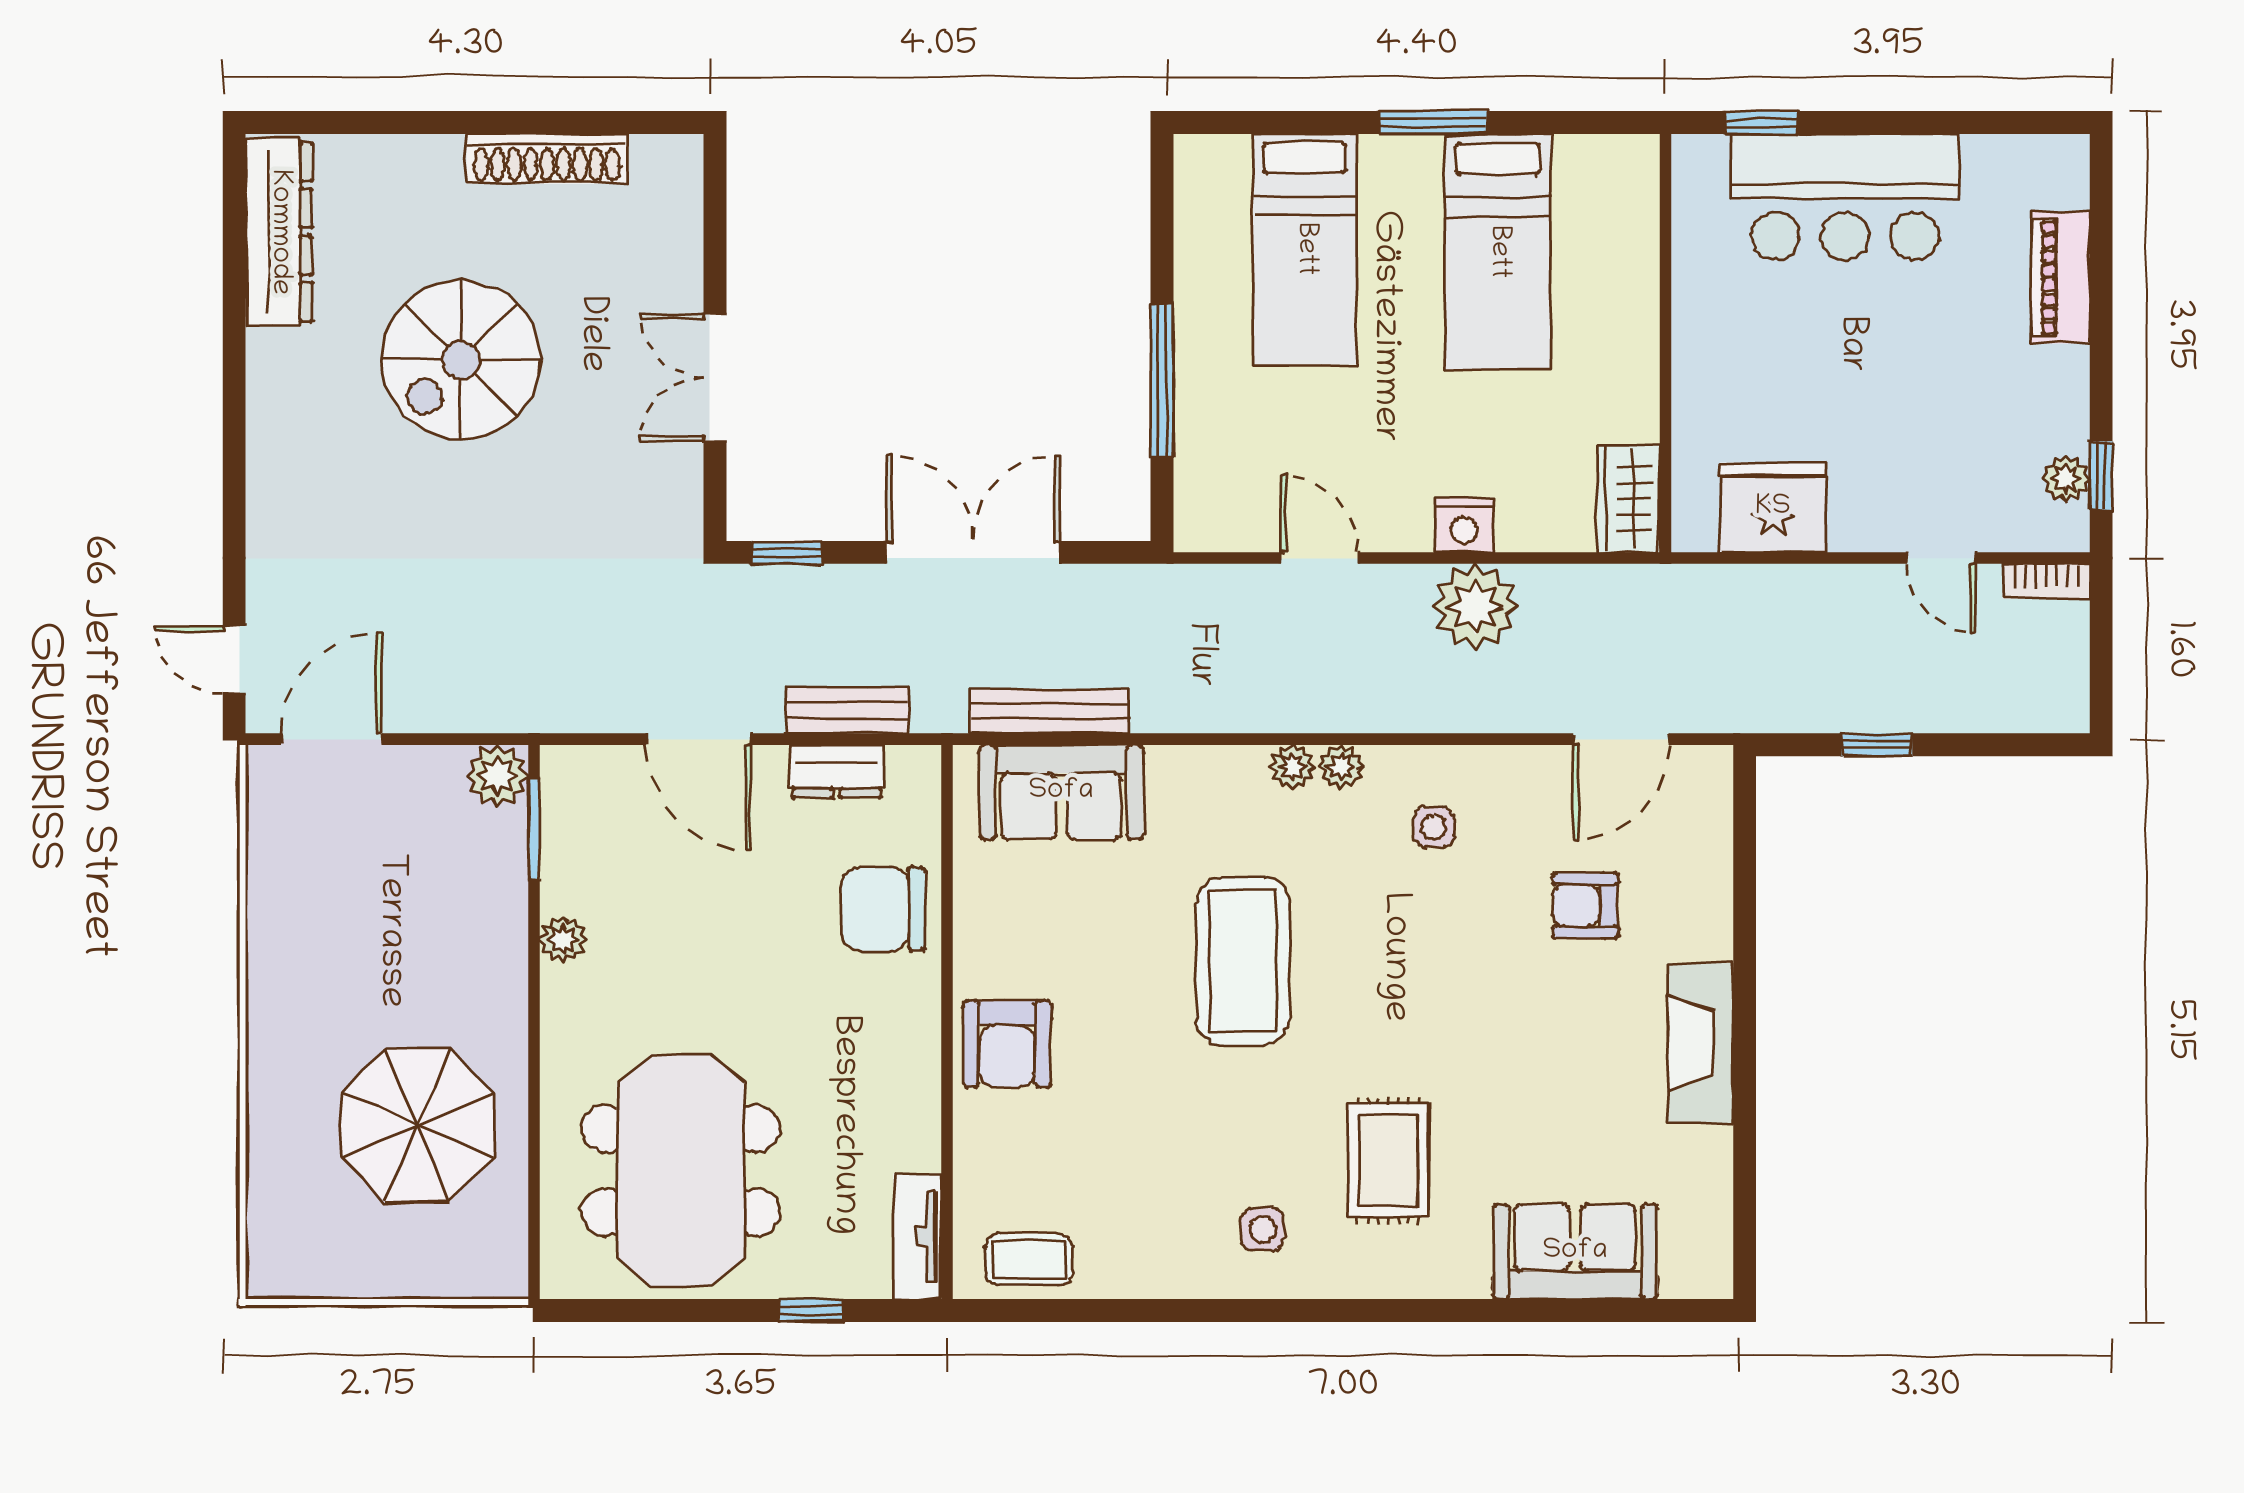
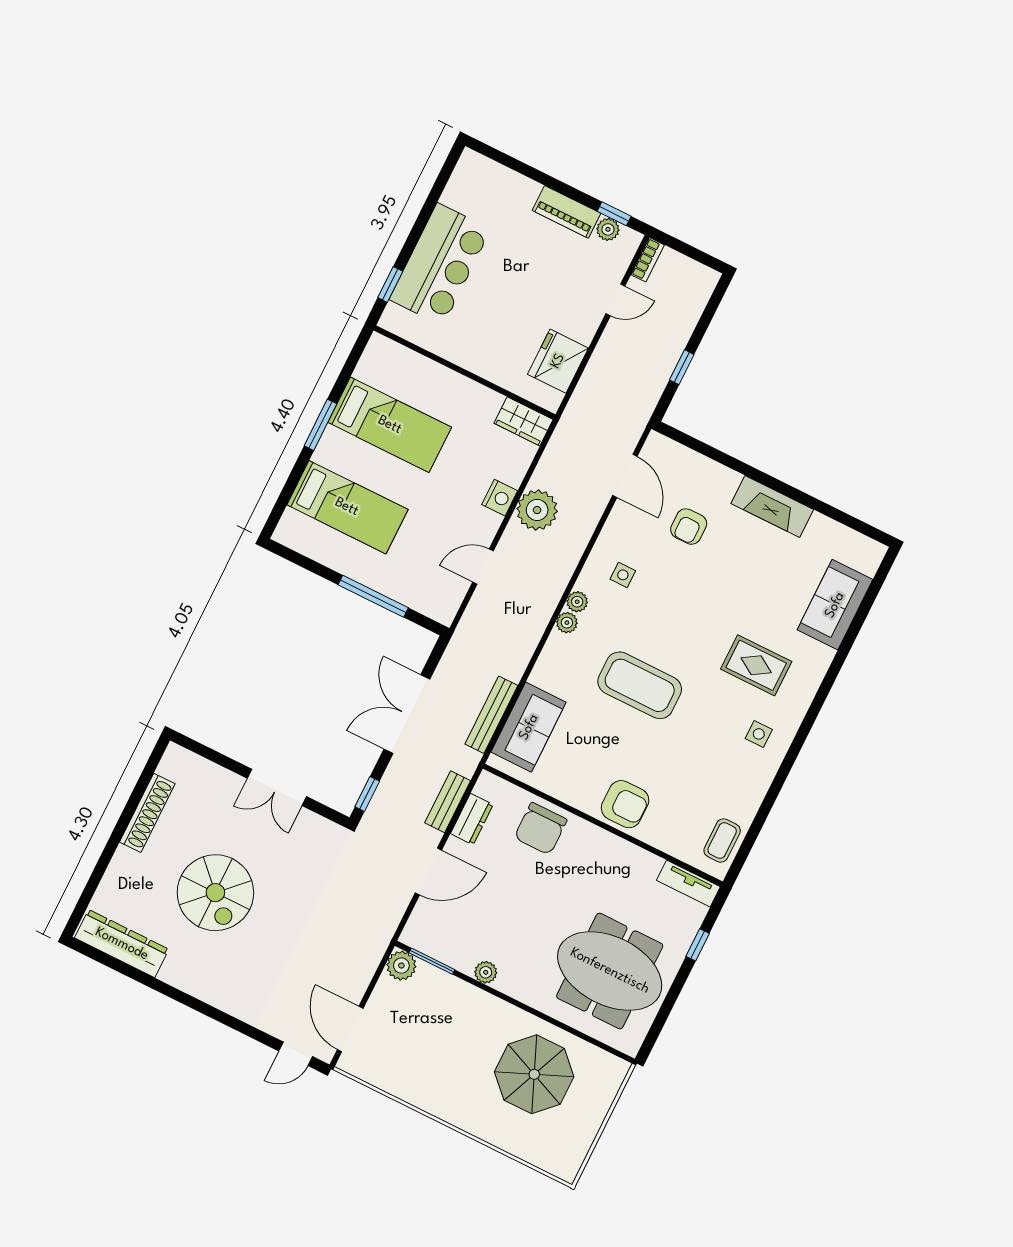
piano: (2060, 278) -> (566, 212), moved

